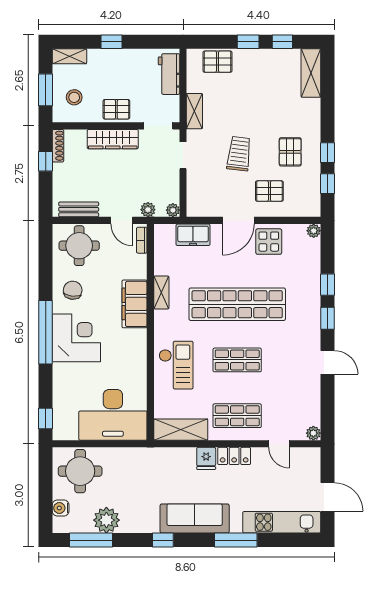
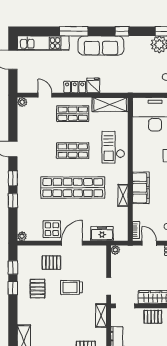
trolley: (239, 154) -> (71, 287), turned 83
plant: (148, 210) -> (132, 250), removed

